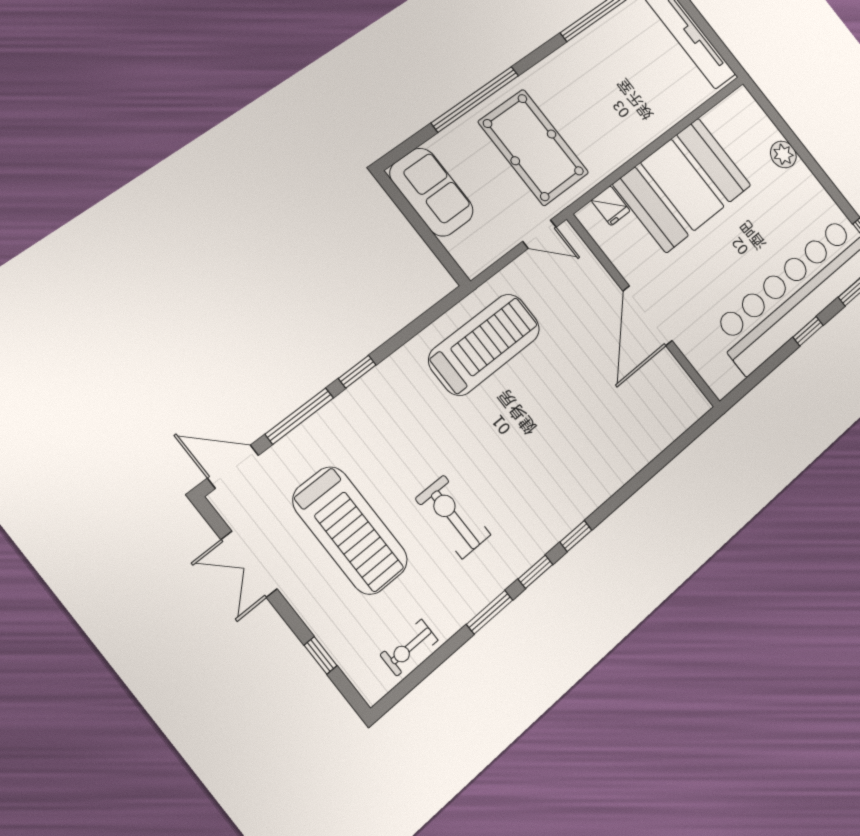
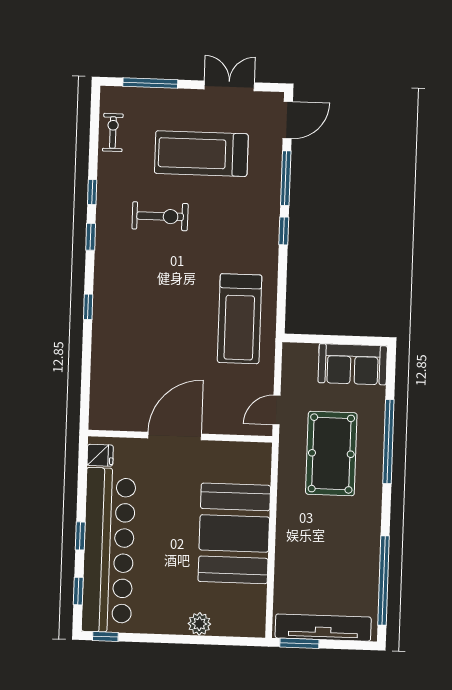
window: (721, 48) -> (299, 643), added
pool table: (533, 147) -> (331, 454), turned 90
fridge: (611, 206) -> (100, 455), moved, turned 180
door: (648, 316) -> (175, 436), hinge flipped
window: (576, 536) -> (88, 307), moved
window: (490, 612) -> (92, 192), width x0.67
window: (320, 655) -> (150, 83), width x2.17

